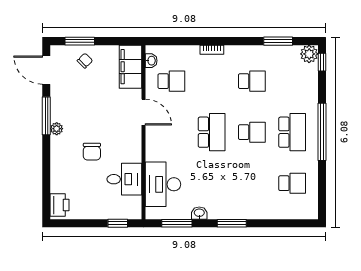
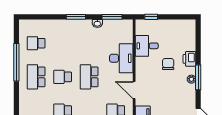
window: (46, 116) -> (198, 77), moved
window: (322, 132) -> (16, 62), moved
desk: (163, 184) -> (121, 58), moved
printer: (60, 205) -> (189, 59), moved

